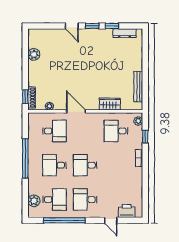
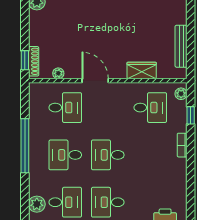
desk: (116, 131) -> (150, 108), turned 180

